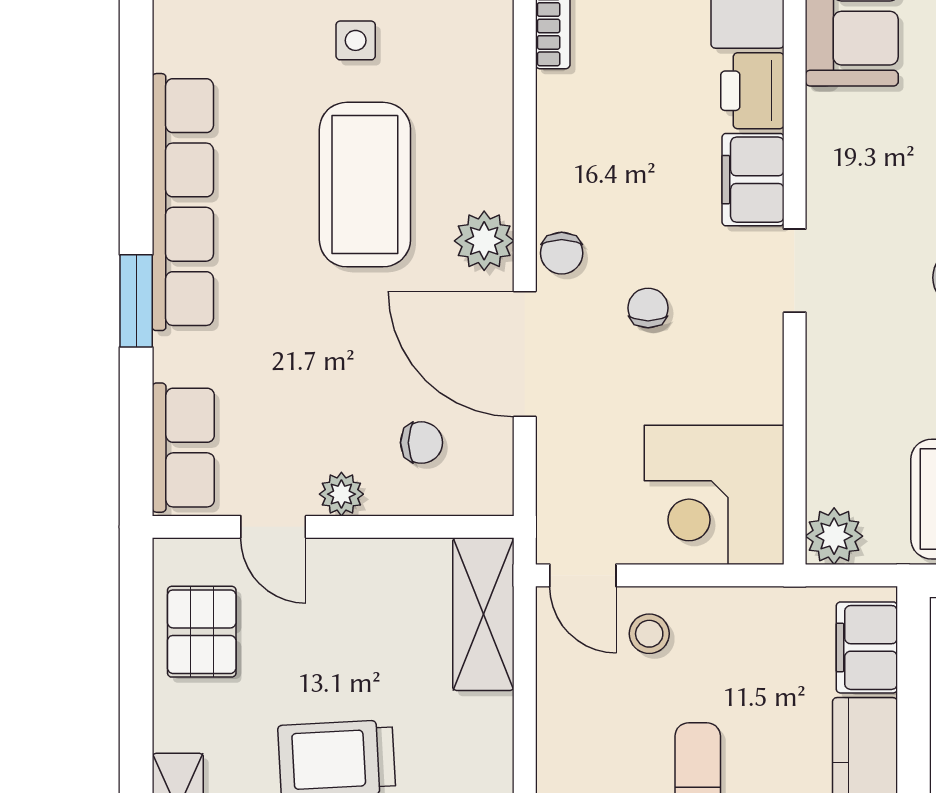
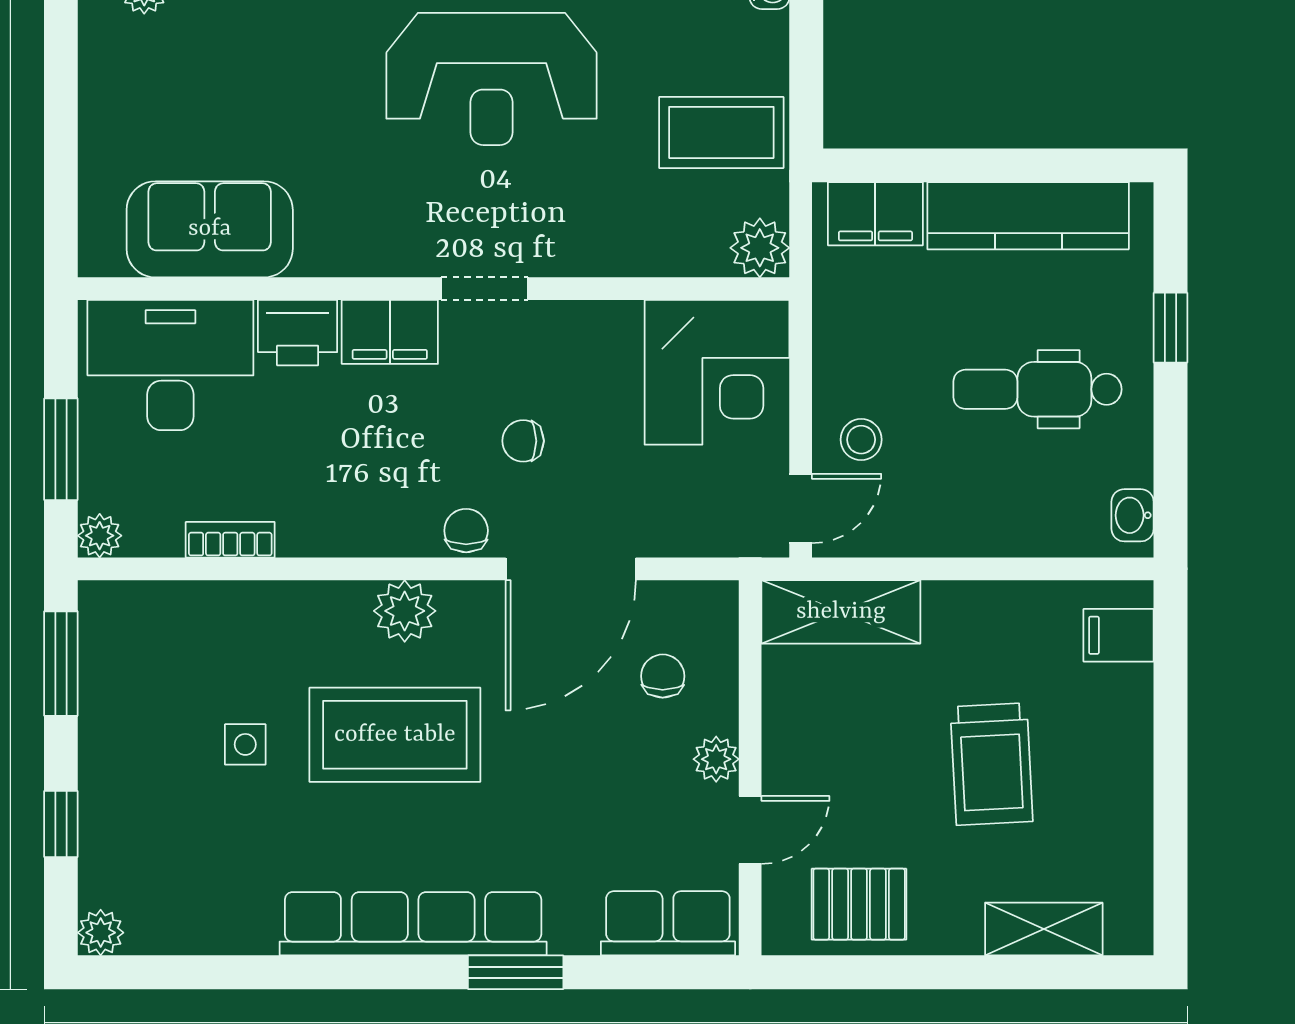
plant: (484, 241) -> (405, 611), moved
chair: (562, 253) -> (466, 531), turned -90

